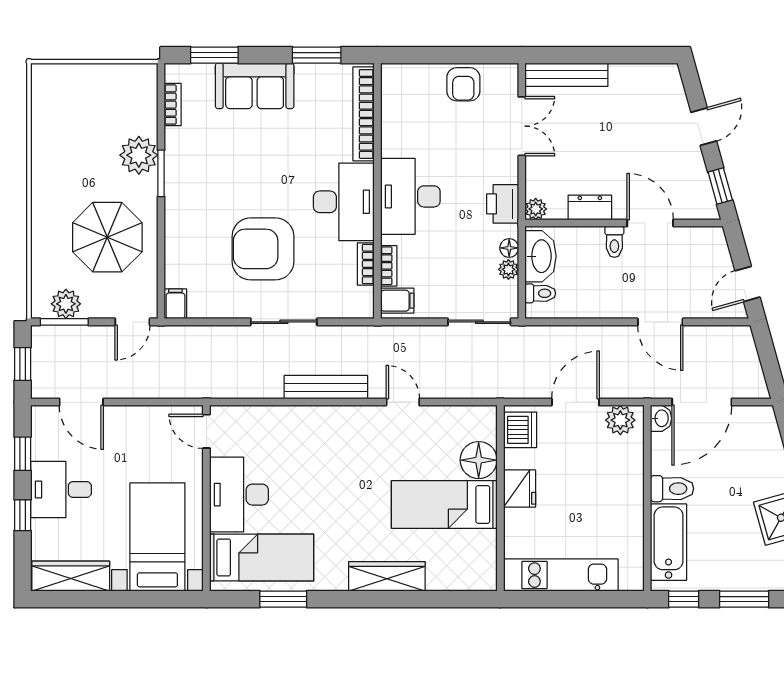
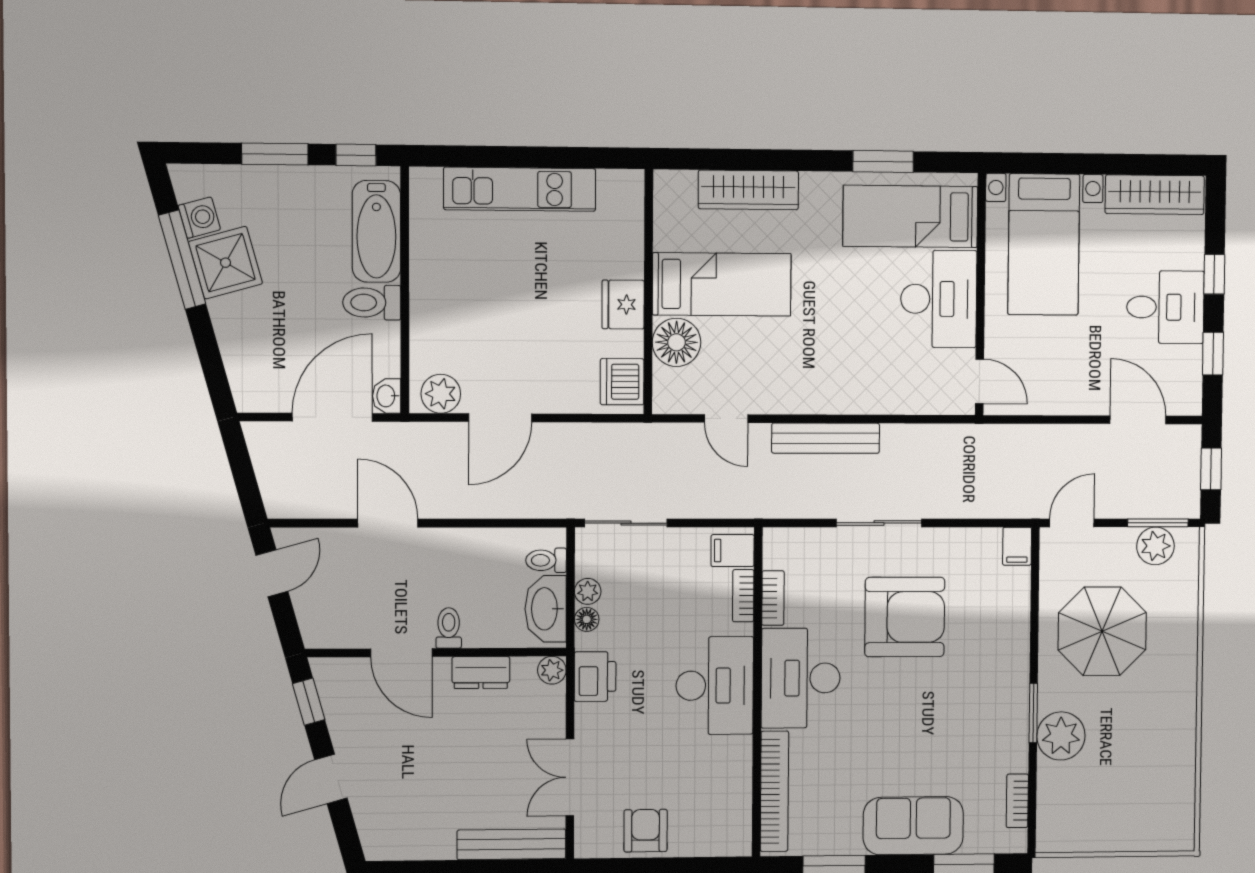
dishwasher: (520, 430) -> (622, 382), moved
floor lamp: (479, 460) -> (676, 342), moved
fridge: (520, 489) -> (623, 304), moved
wall: (500, 498) -> (648, 292), moved
bed: (444, 504) -> (722, 284), moved

